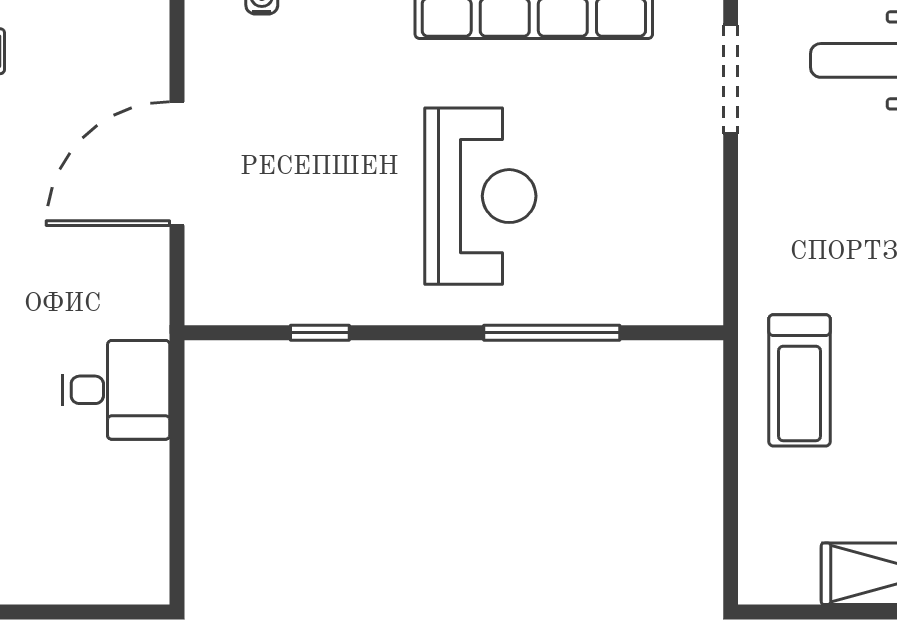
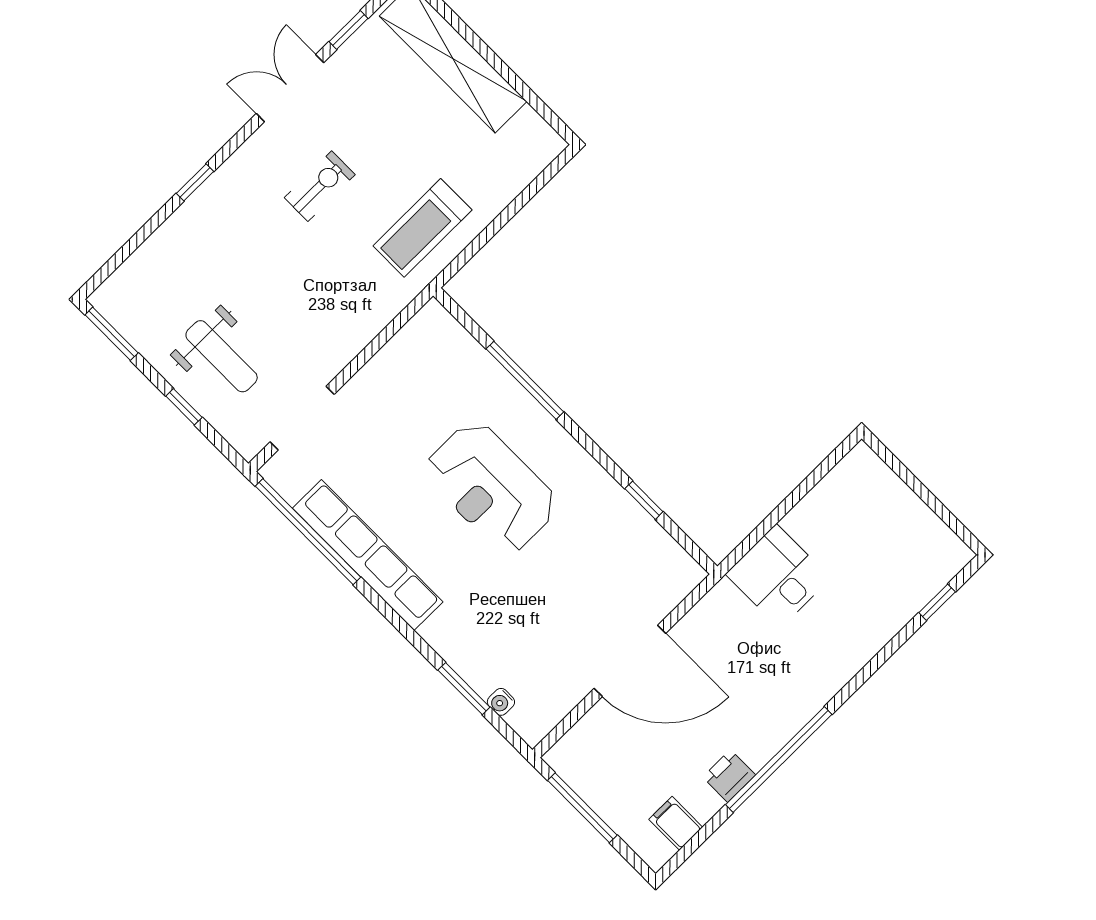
reception desk: (480, 196) -> (491, 487), turned -90
treadmill: (799, 380) -> (422, 228), turned 180

